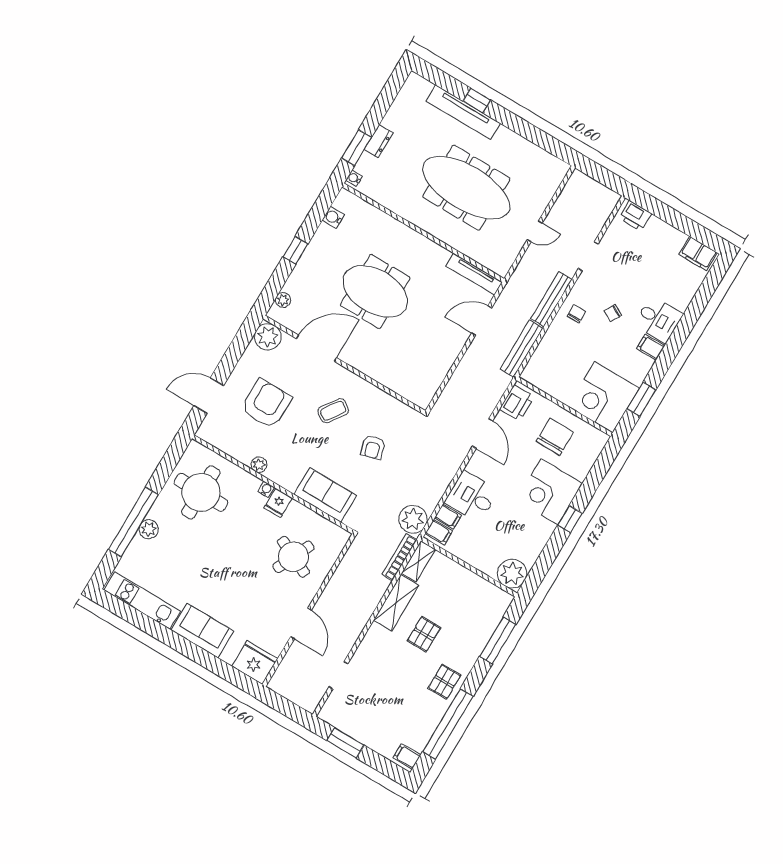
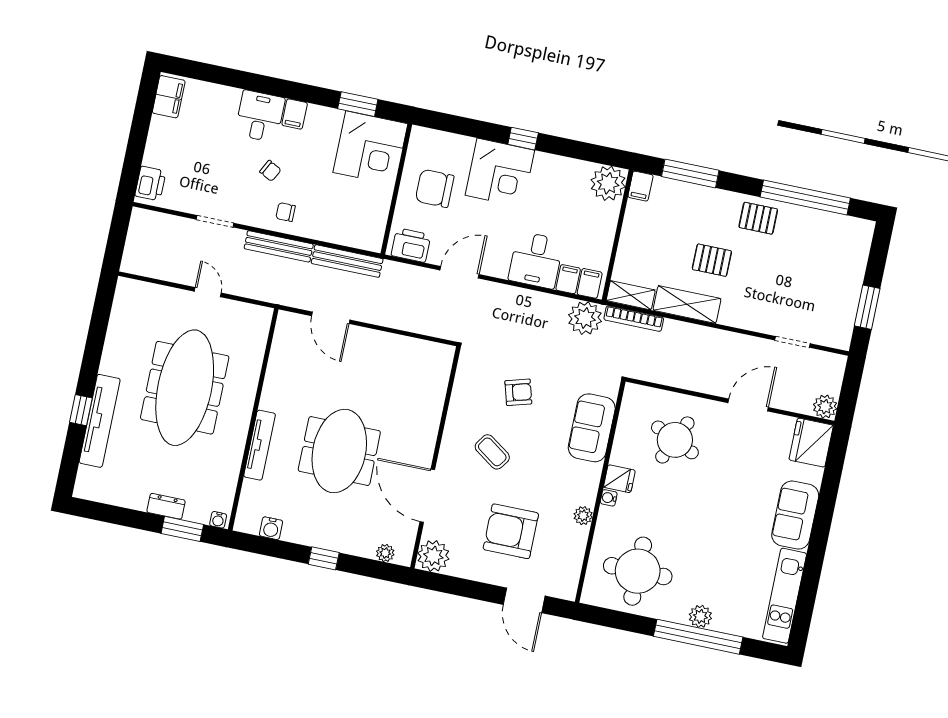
tv unit: (474, 274) -> (260, 445), moved
plant: (279, 683) -> (825, 407), added
filing cabinet: (407, 756) -> (640, 186), moved

